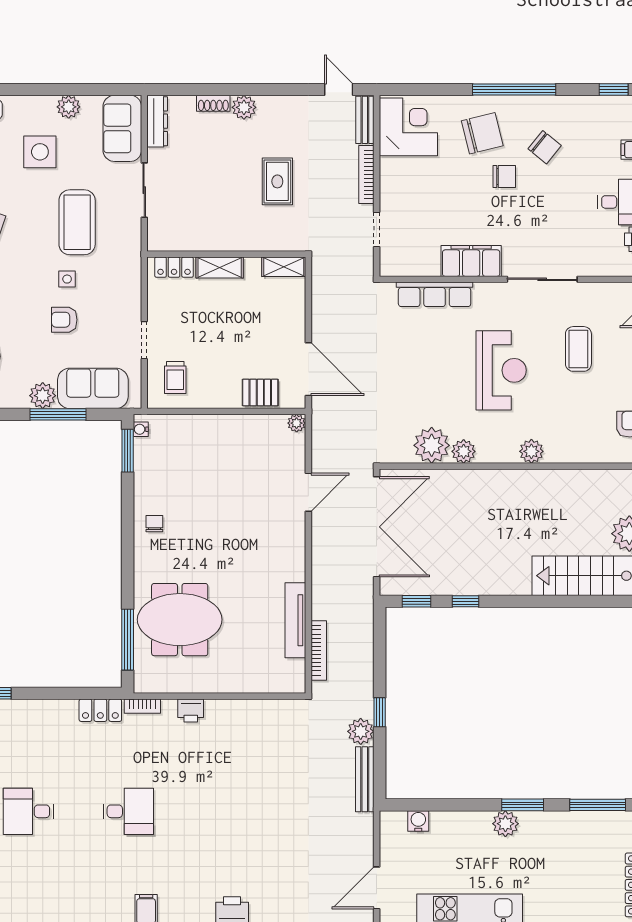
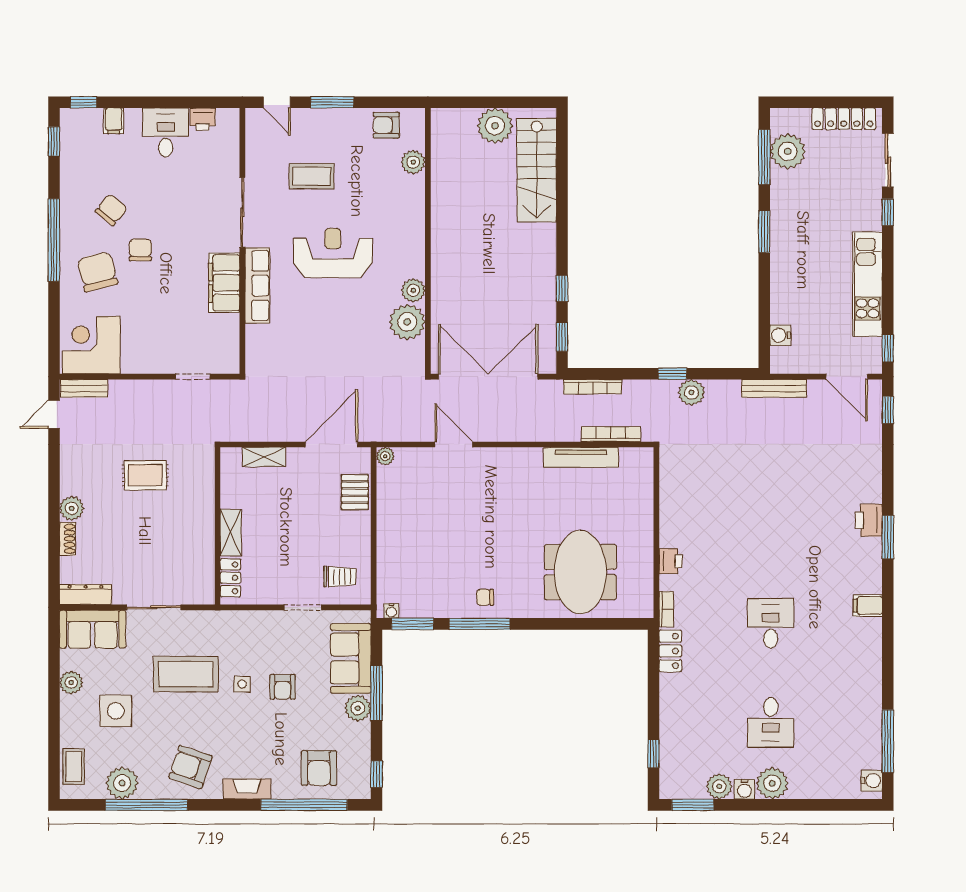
bookcase: (366, 174) -> (593, 387), moved
shelving: (284, 267) -> (264, 457), moved, turned 90
row of seats: (435, 294) -> (257, 286), moved
plant: (531, 451) -> (413, 162), moved
window: (128, 640) -> (480, 624), moved
bench: (365, 779) -> (774, 388), moved
plant: (505, 824) -> (788, 151), moved, width x1.36, depth x1.36

